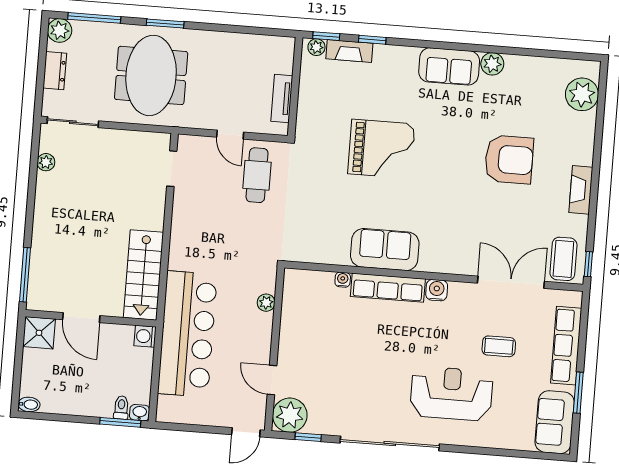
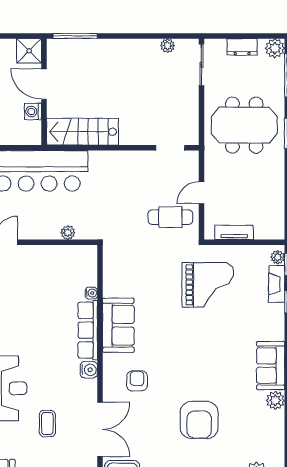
grand piano: (381, 149) -> (208, 285), moved, turned -90
armchair: (455, 232) -> (137, 381), added
door: (81, 318) -> (44, 84), hinge flipped
washing machine: (145, 336) -> (33, 111), moved, turned -90

